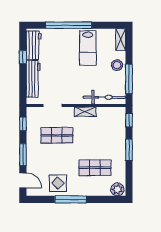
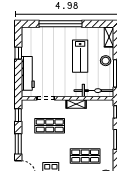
workbench: (34, 45) -> (28, 42), removed
lab bench: (88, 48) -> (80, 56), moved

